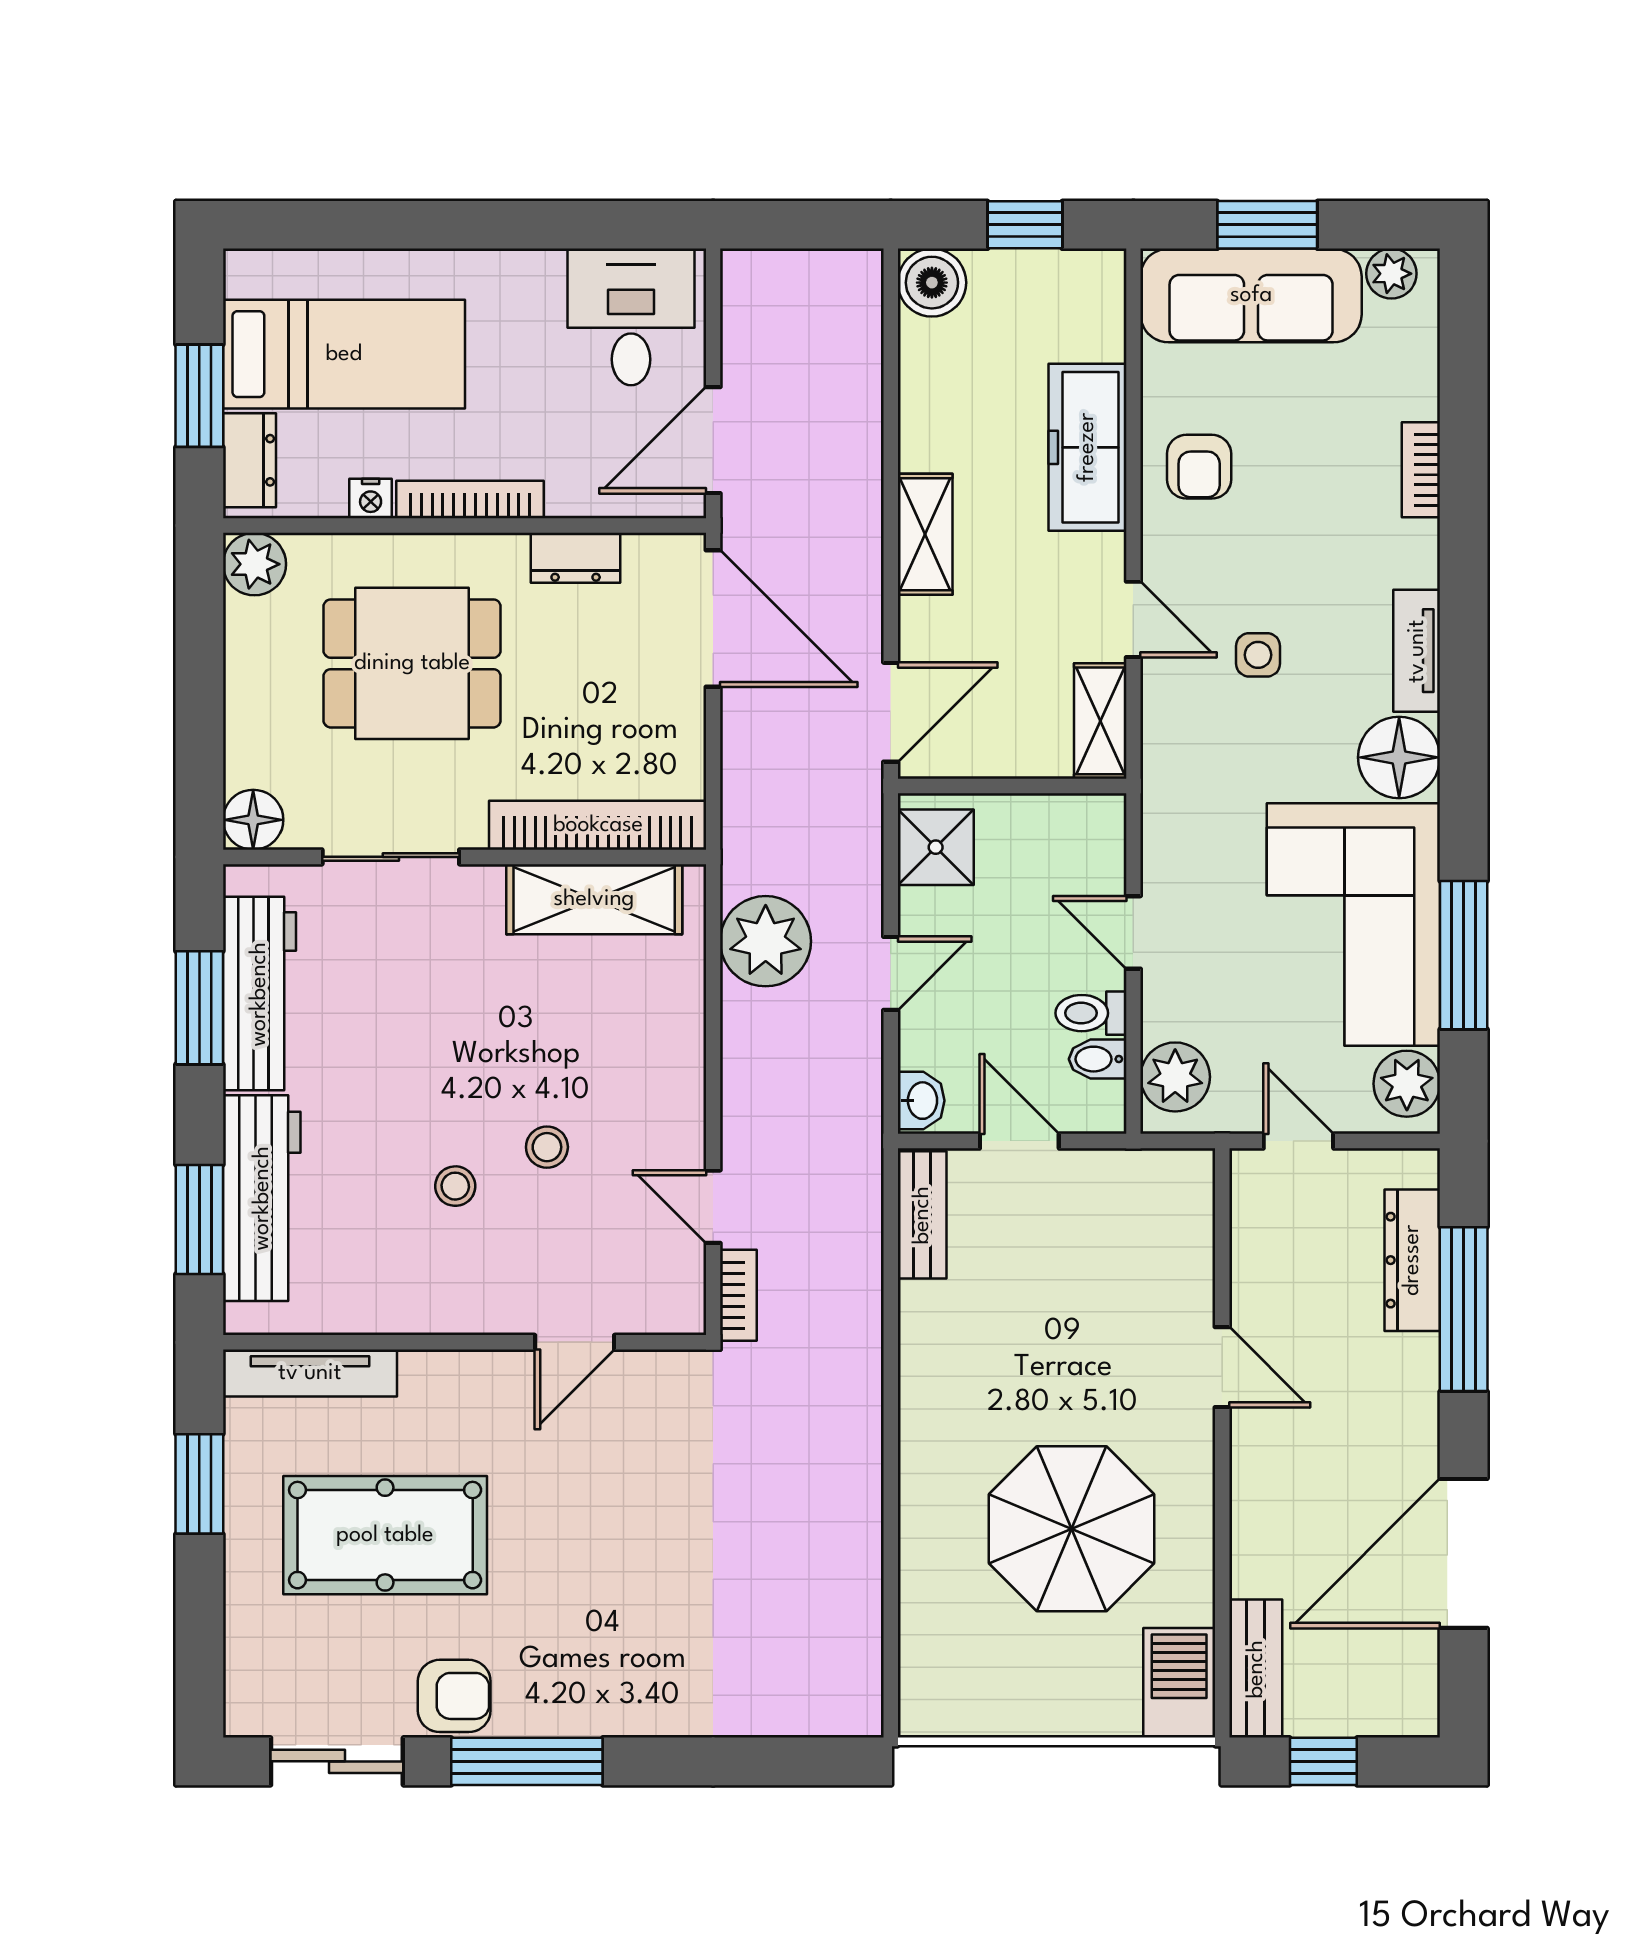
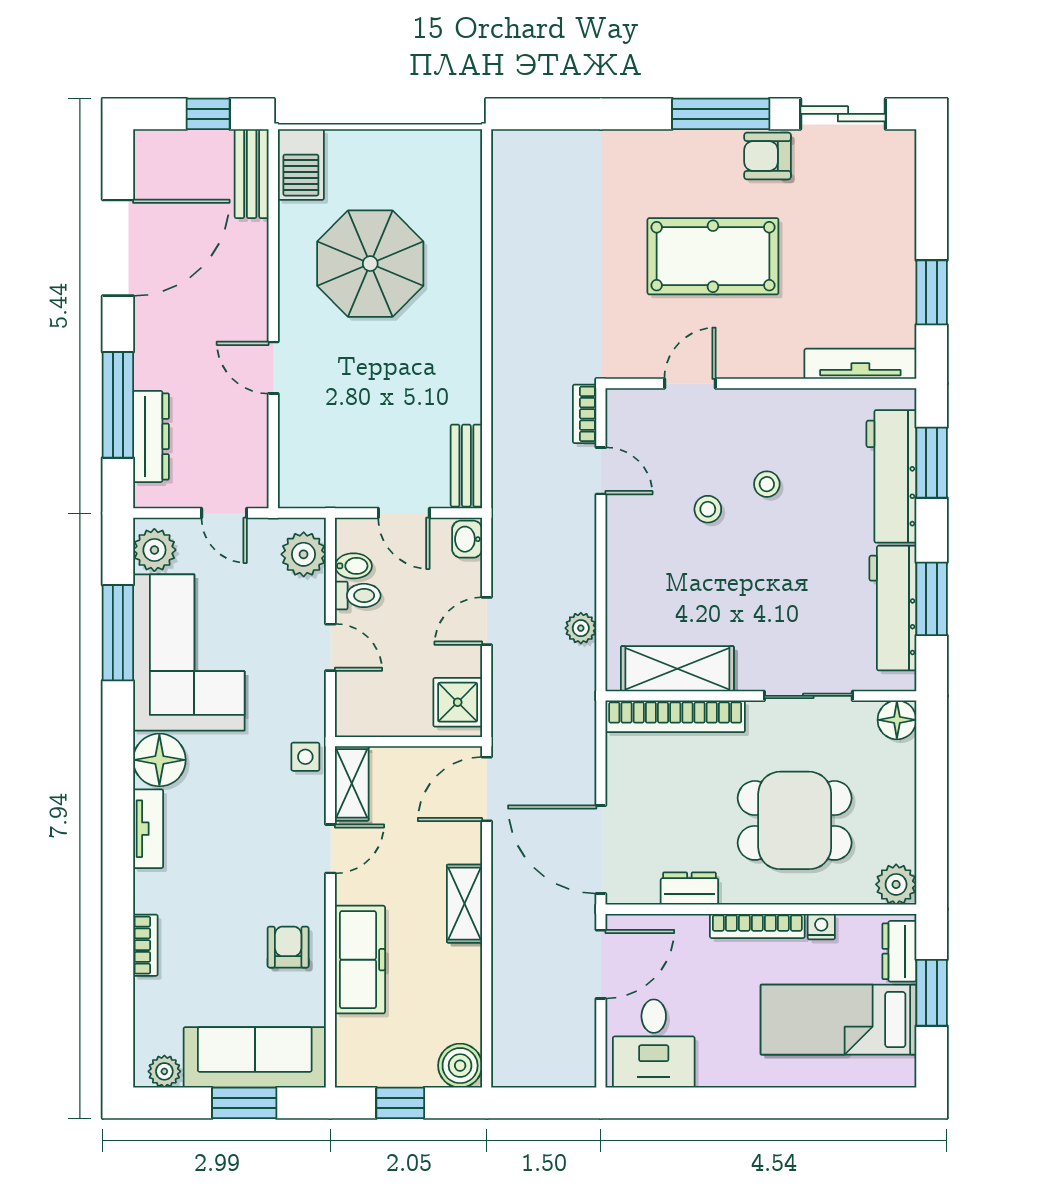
door: (1133, 619) -> (330, 849), swing flipped
side table: (1258, 655) -> (305, 757), moved
plant: (766, 941) -> (581, 628), width x0.53, depth x0.53
pool table: (385, 1535) -> (713, 256), moved

